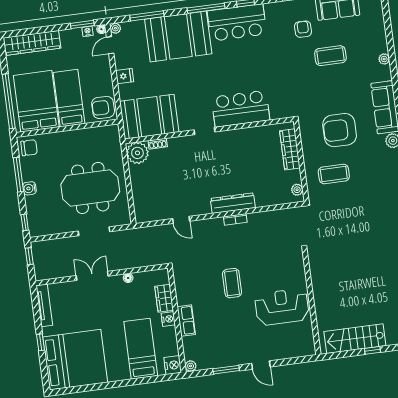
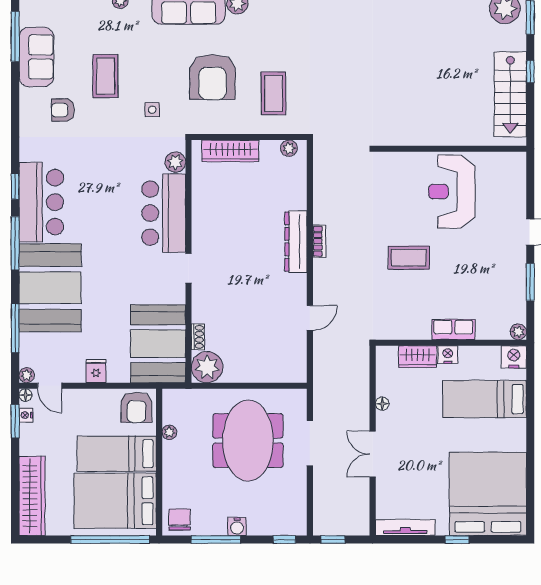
side table: (311, 91) -> (152, 110), added
plant: (277, 112) -> (175, 162), added
plant: (89, 133) -> (169, 432), added

